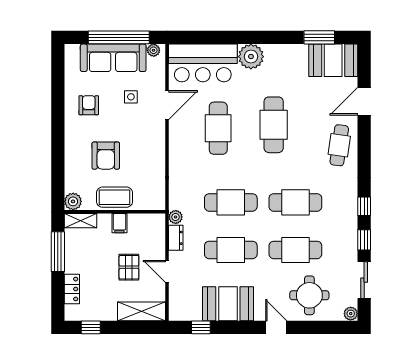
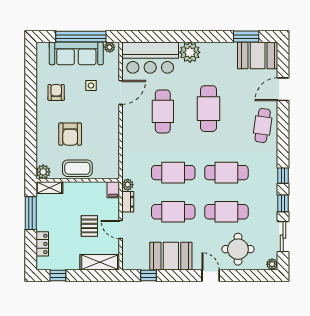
filing cabinet: (119, 223) -> (113, 190), moved

